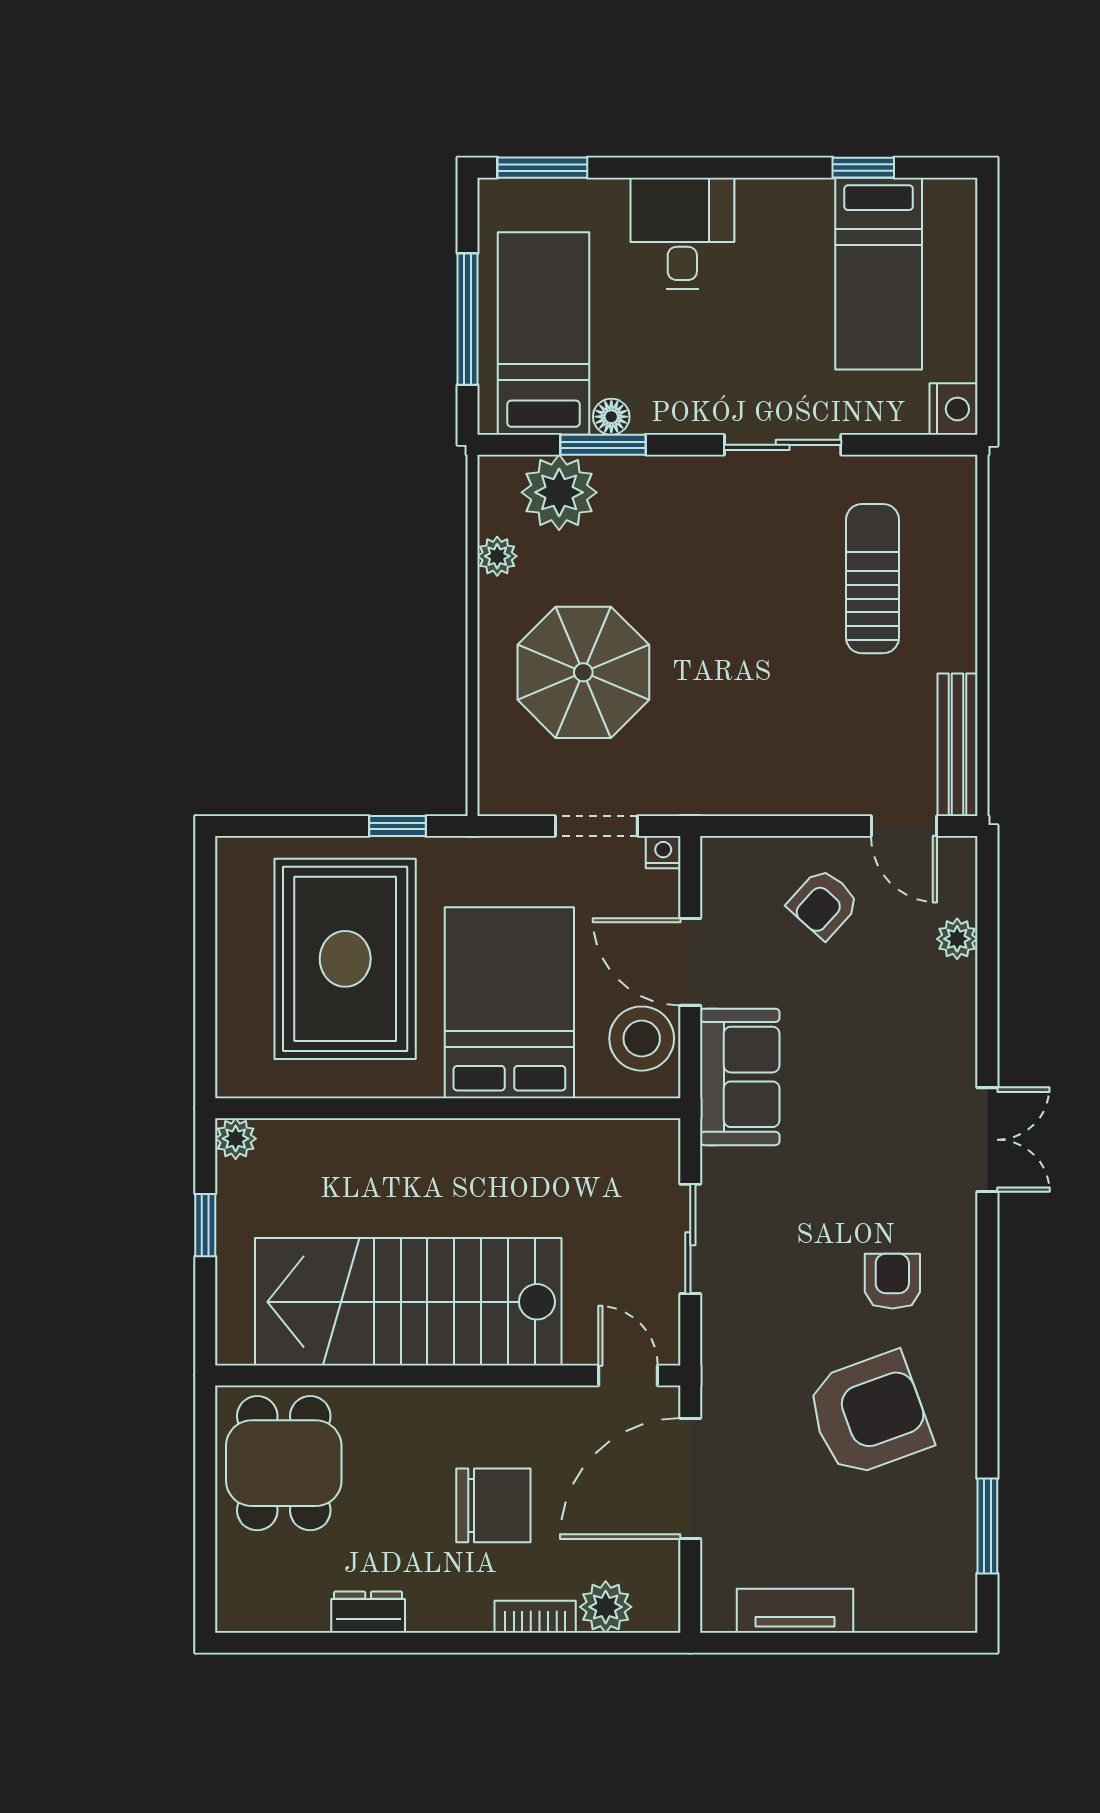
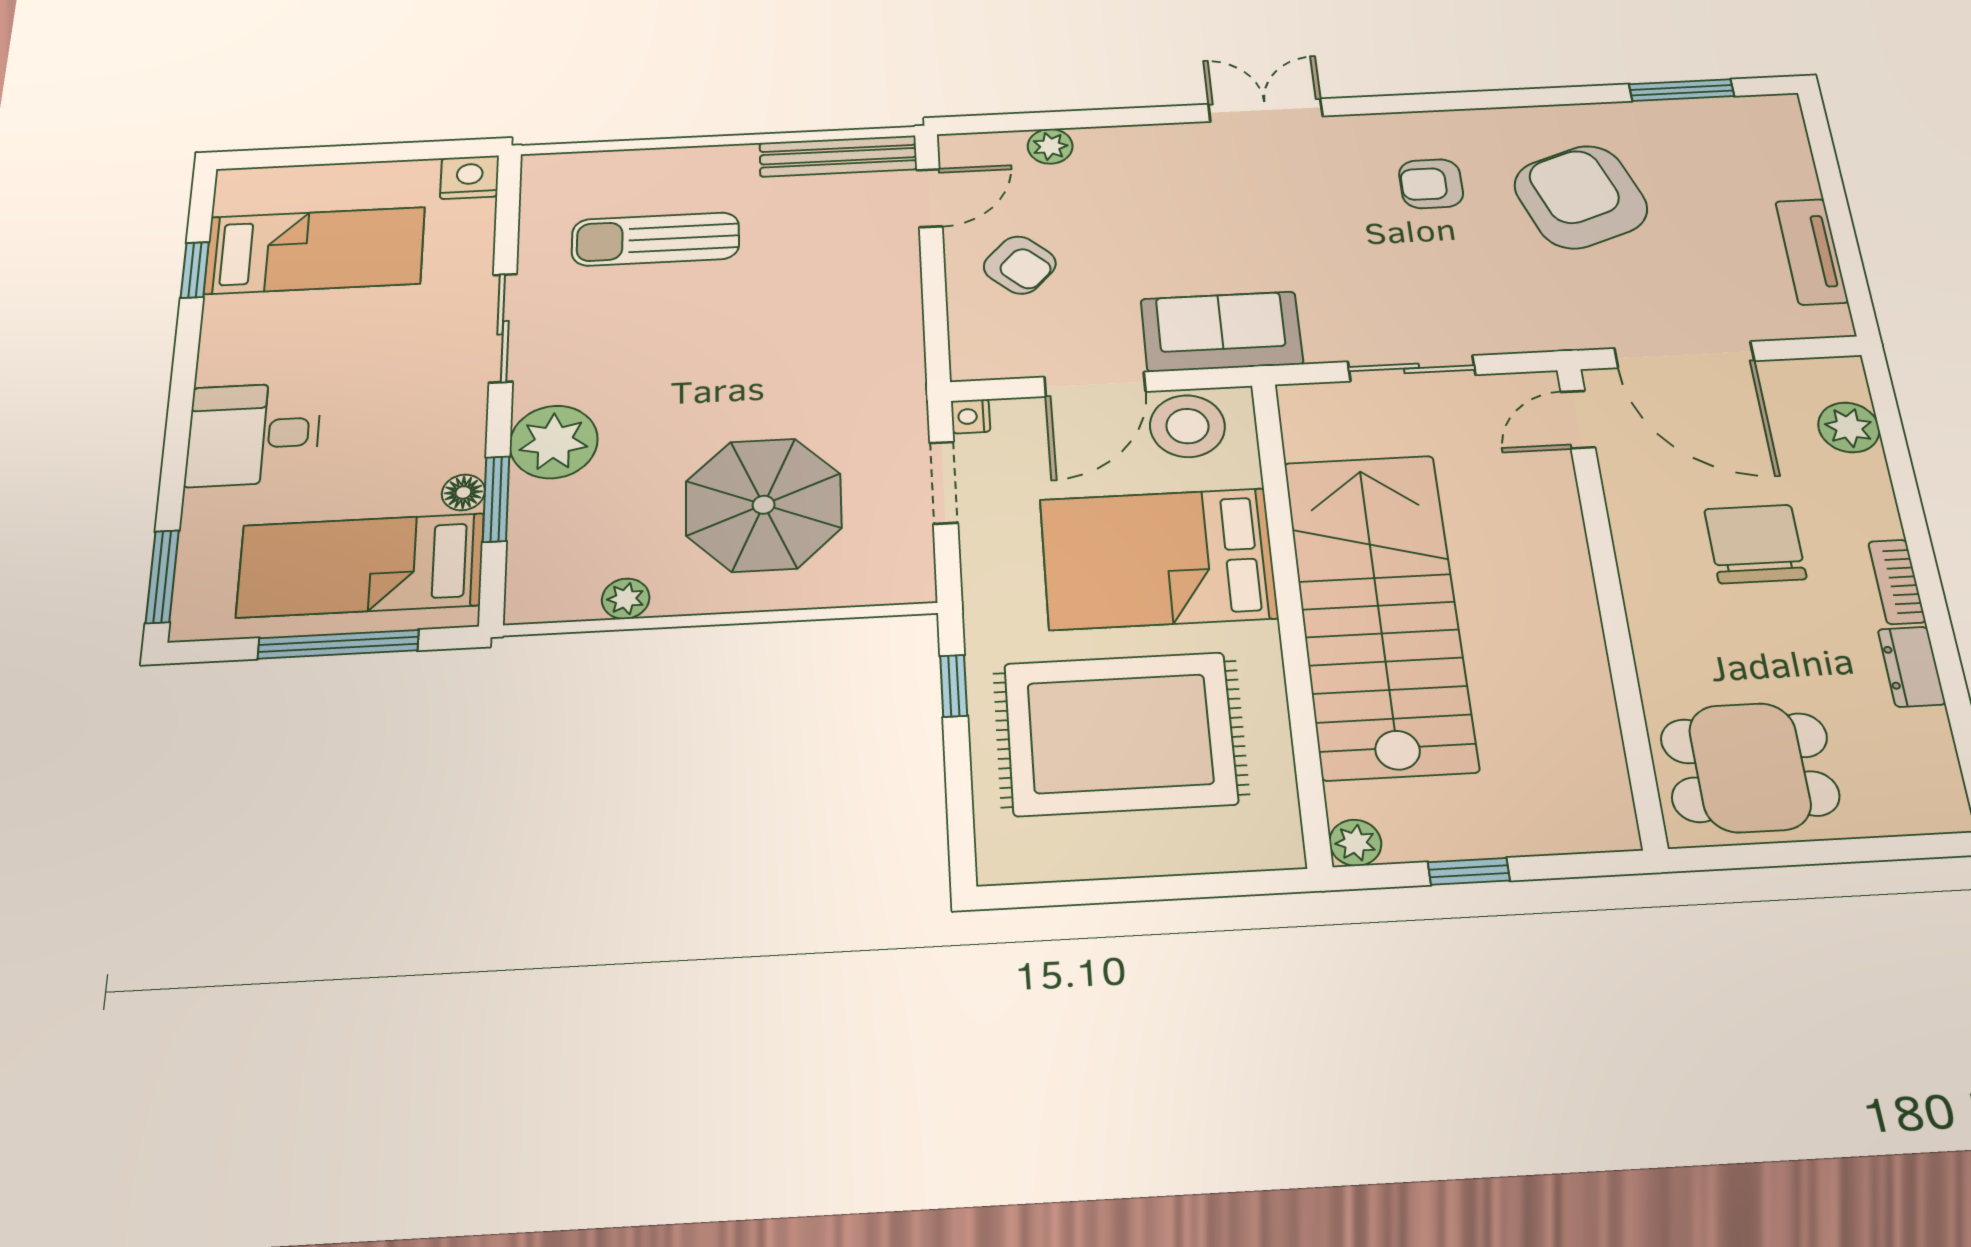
plant: (559, 492) -> (554, 442), moved
stairs: (408, 1302) -> (1379, 613), moved, turned 180
bookcase: (535, 1617) -> (1897, 582), moved

